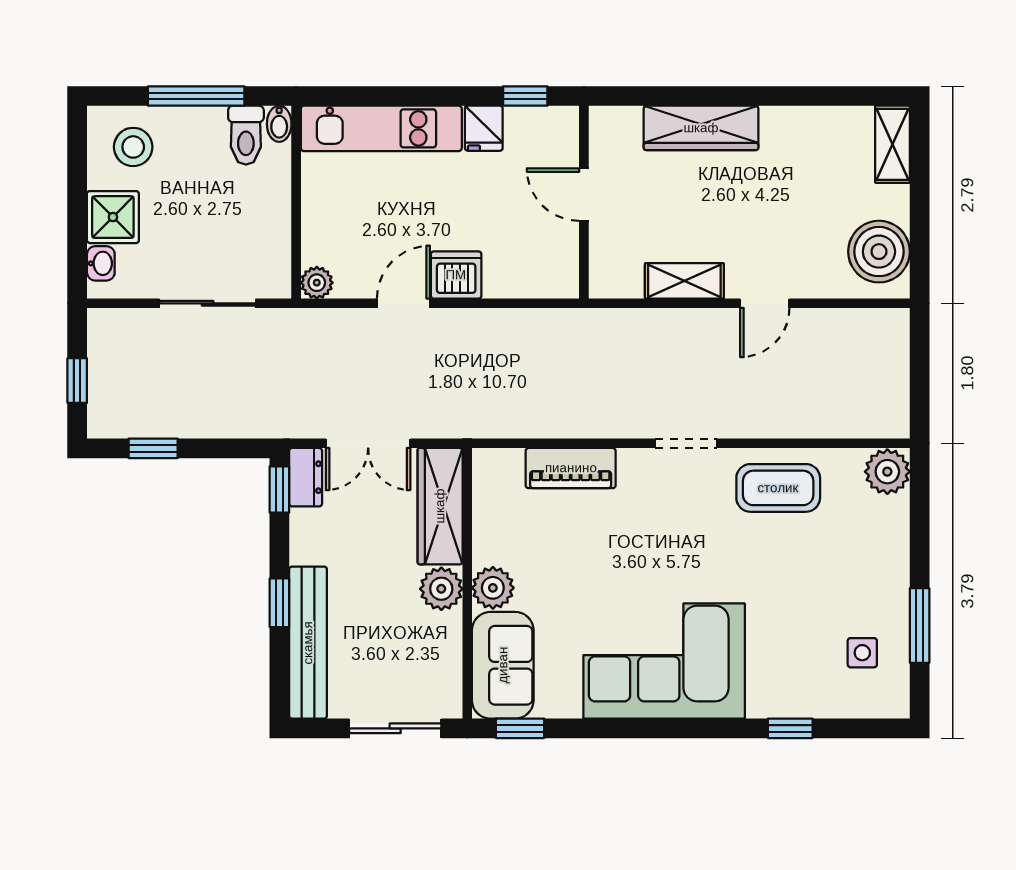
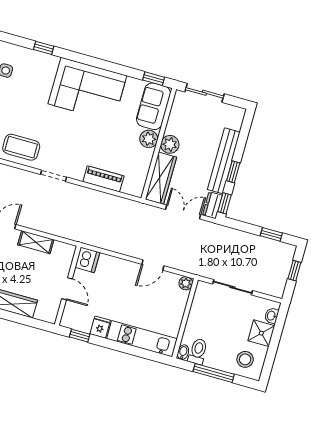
dishwasher: (456, 275) -> (87, 260), moved, turned -90
window: (279, 603) -> (233, 172), moved
bench: (308, 643) -> (224, 161), moved

